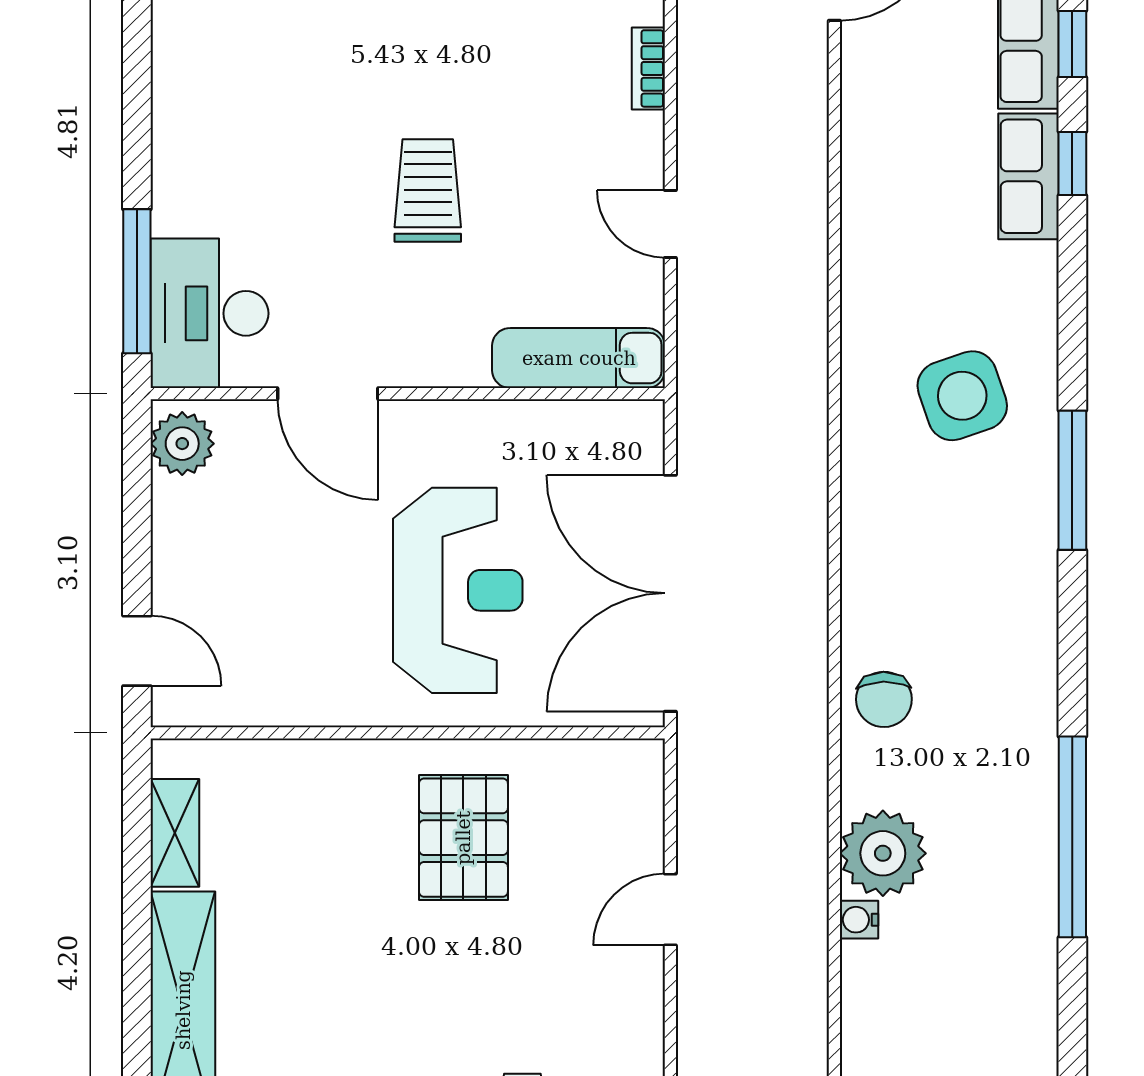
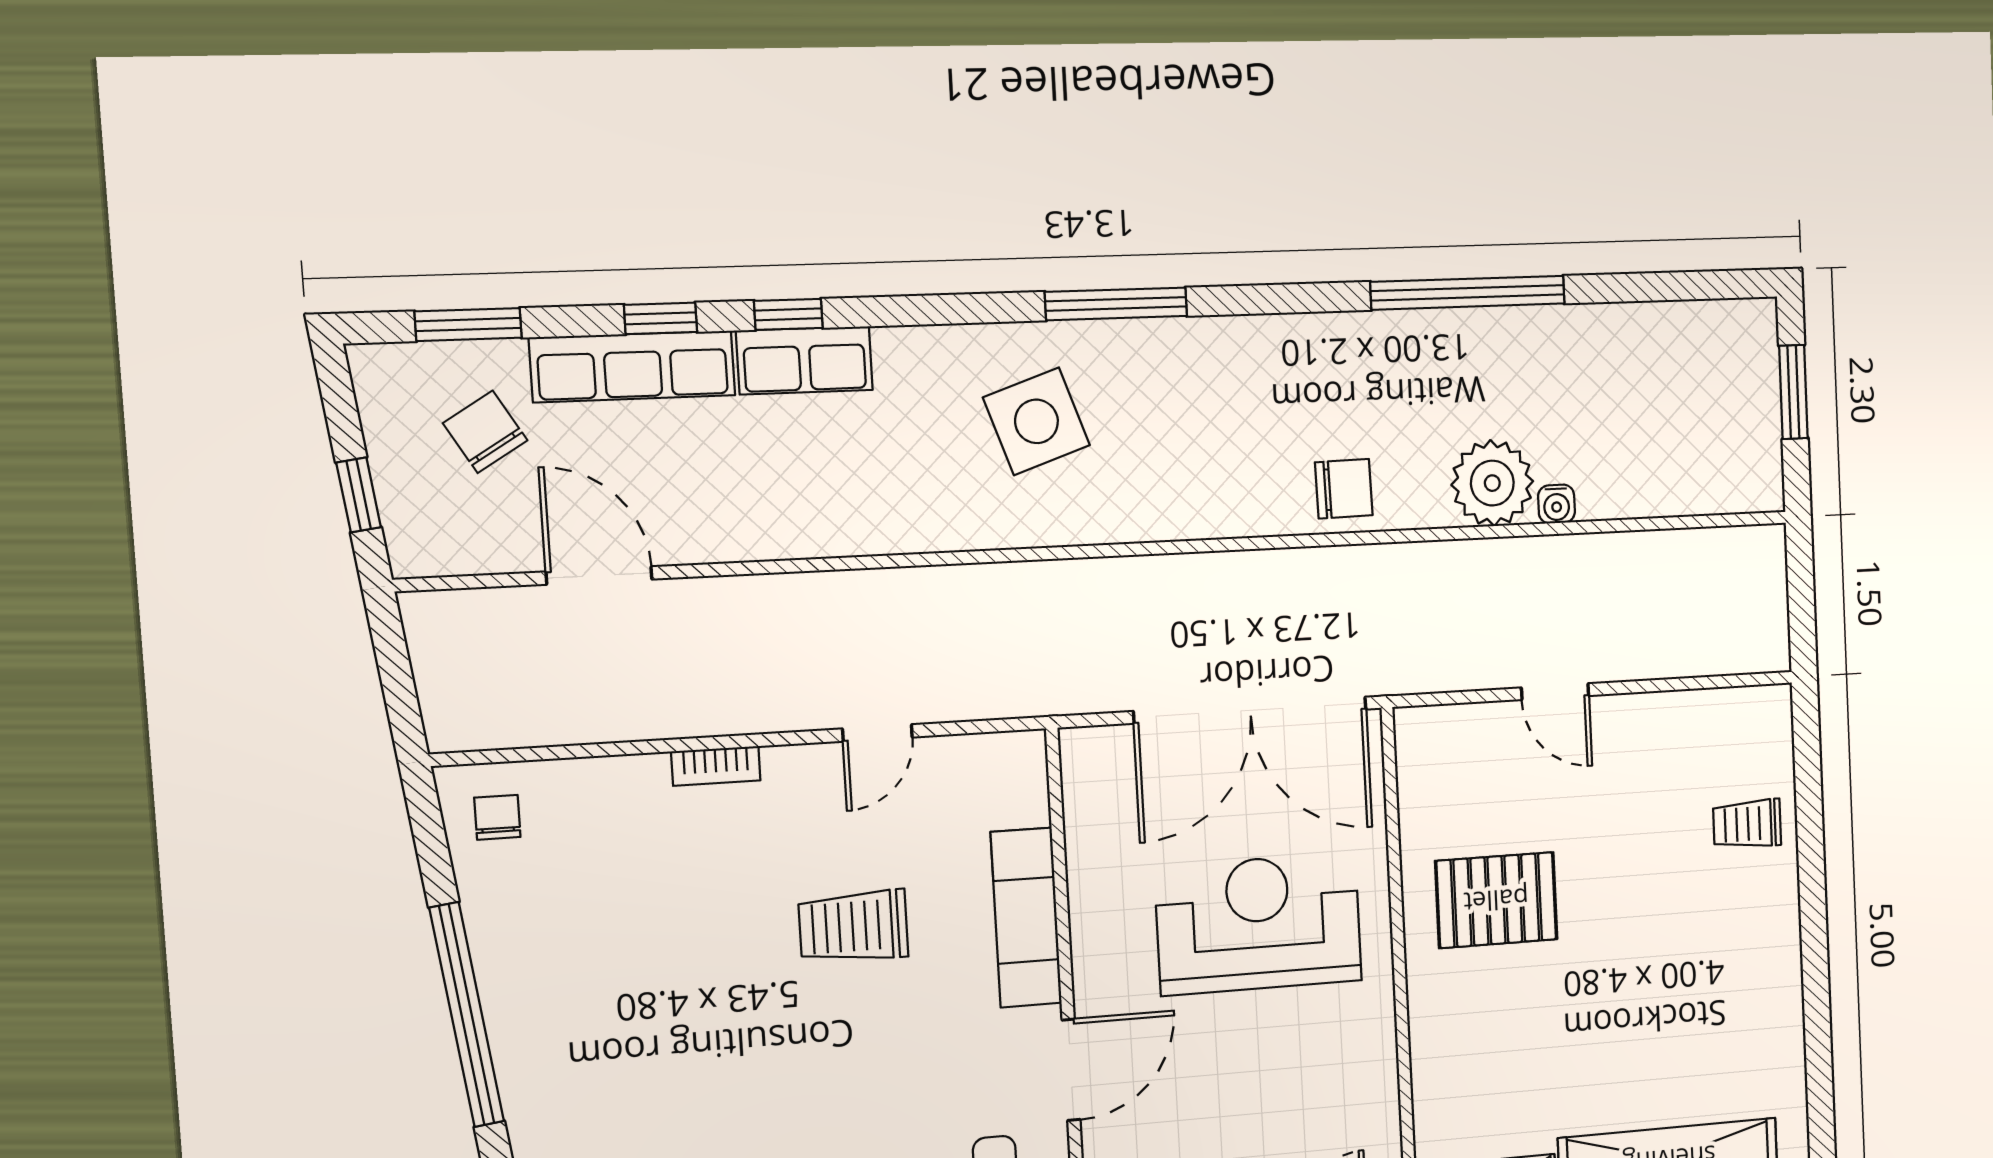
trolley: (428, 190) -> (853, 926), moved
exam couch: (579, 358) -> (1026, 918), moved

